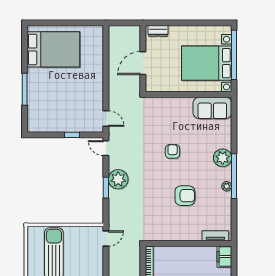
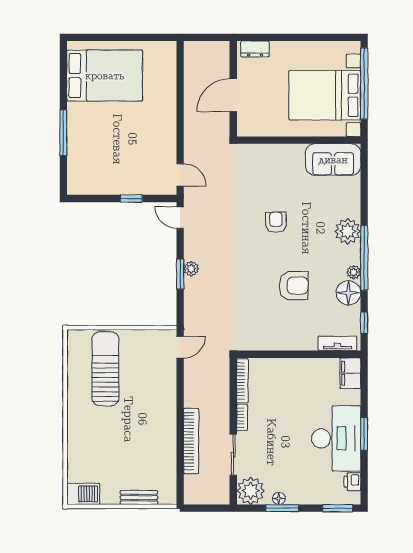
plant: (118, 179) -> (191, 269), width x0.53, depth x0.53
floor lamp: (223, 201) -> (348, 293), added
window: (234, 221) -> (364, 323), added

